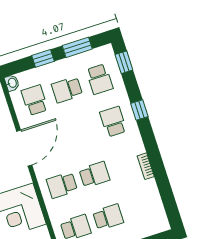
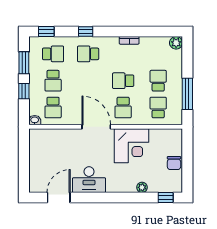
school desk: (35, 100) -> (53, 108), turned -90
door: (24, 148) -> (96, 127), moved
school desk: (94, 175) -> (123, 81), turned -90
plant: (161, 224) -> (176, 43), added

